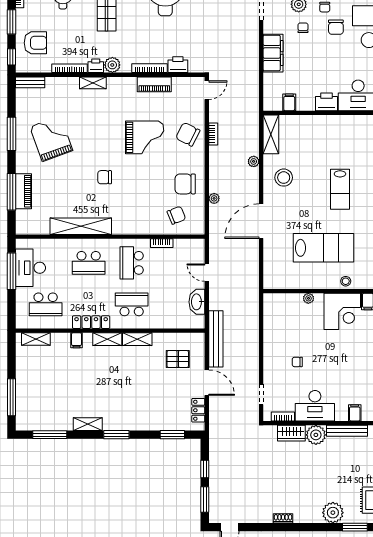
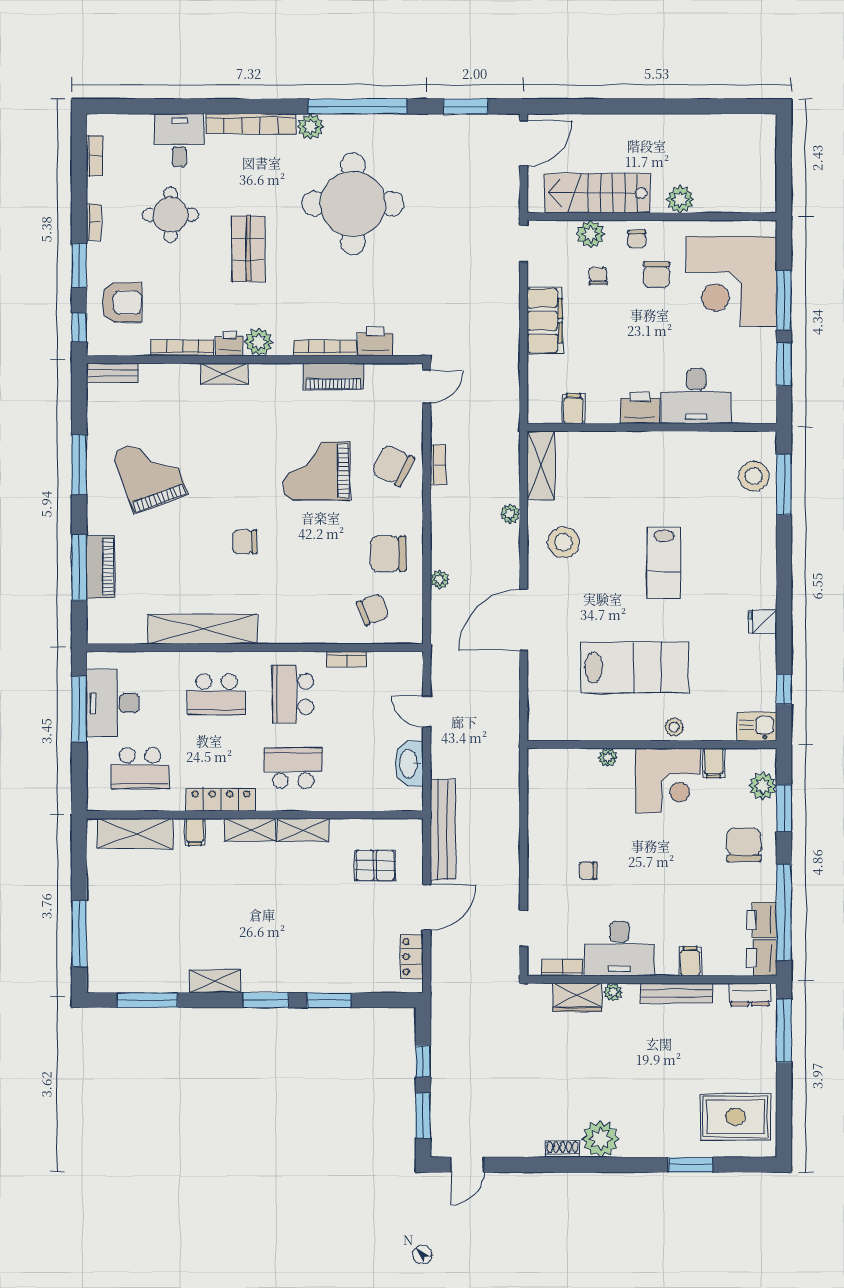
grand piano: (145, 137) -> (316, 471), turned 180
shelving: (36, 339) -> (135, 834), width x1.50, depth x1.33
door: (207, 383) -> (427, 907), hinge flipped
window: (172, 435) -> (329, 1000), moved
plant: (316, 435) -> (613, 992), width x0.53, depth x0.53
plant: (333, 513) -> (600, 1139), moved

